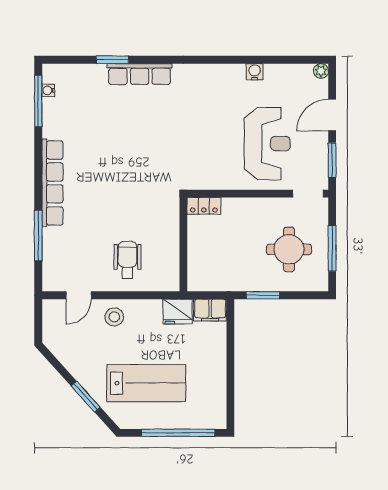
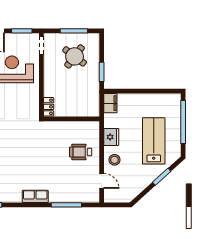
row of seats: (52, 183) -> (35, 196), width x0.50
round table: (289, 249) -> (75, 56), turned 37
fridge: (178, 311) -> (111, 137), moved

